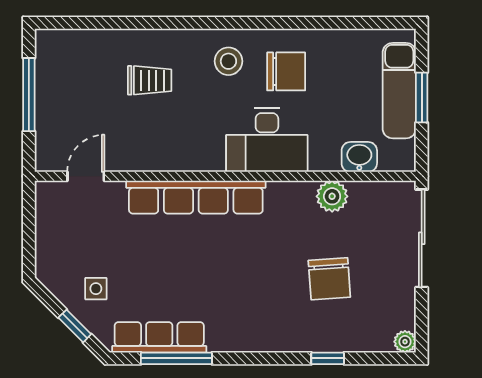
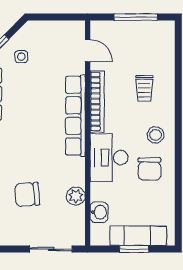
bookcase: (172, 160) -> (97, 102), added
sliding door: (422, 238) -> (51, 249), width x0.73

